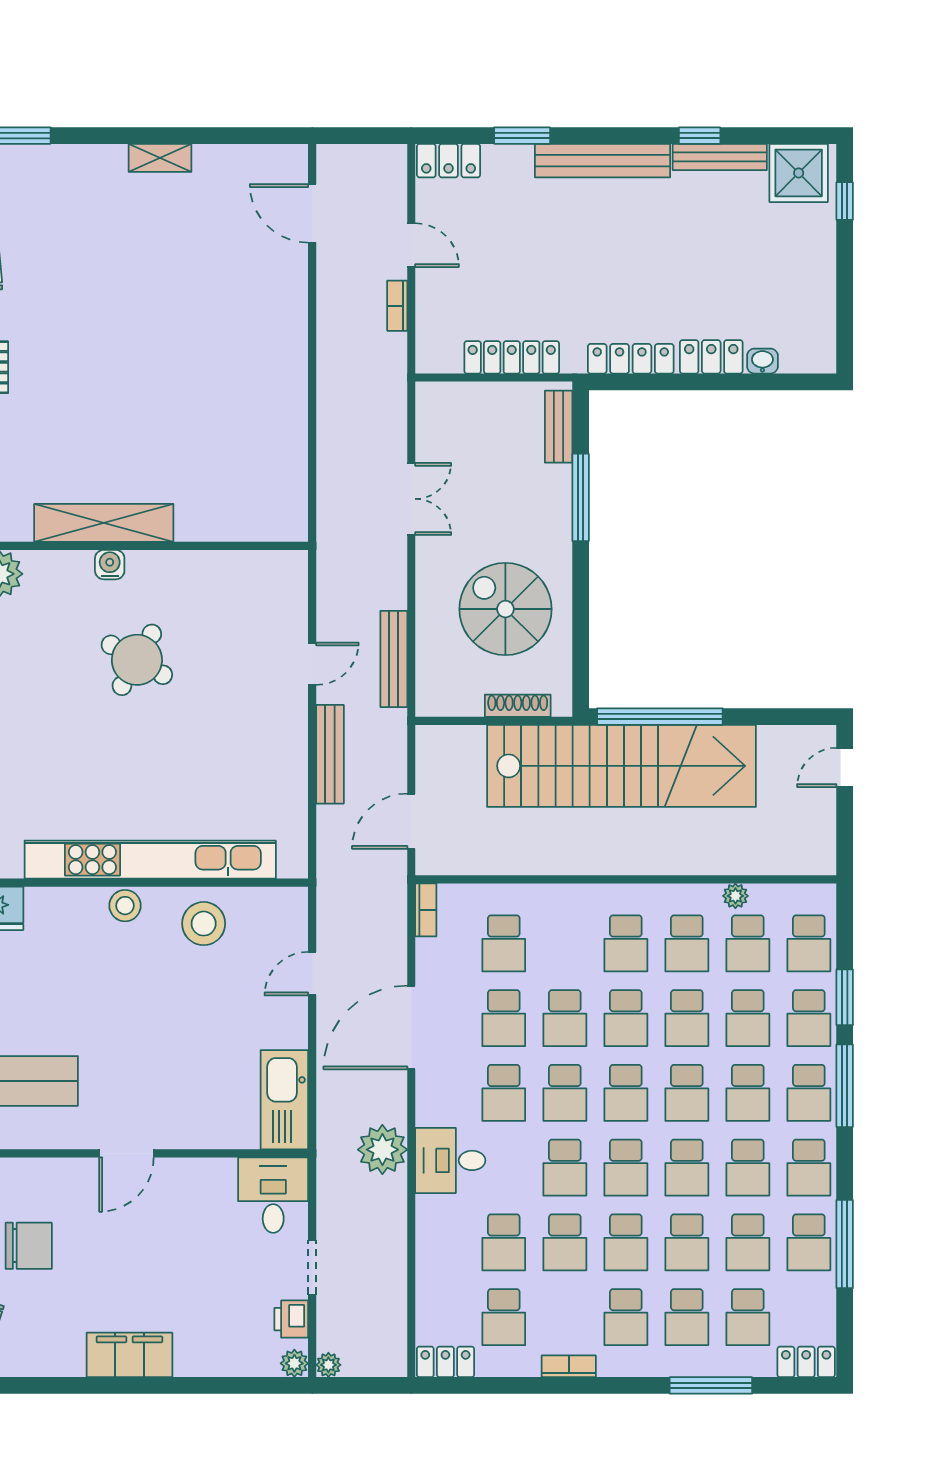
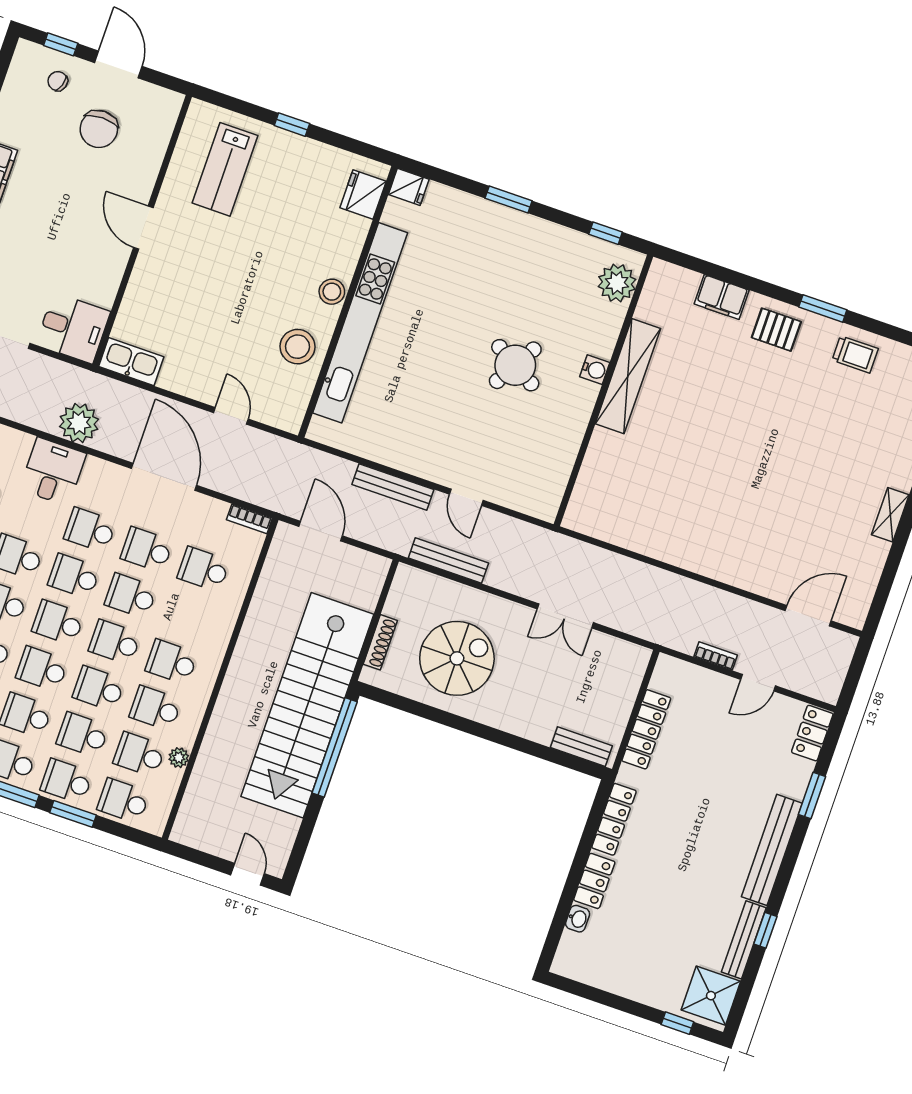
window: (581, 497) -> (522, 745), removed
kitchen sink: (284, 1100) -> (131, 362), width x0.73, depth x0.81

